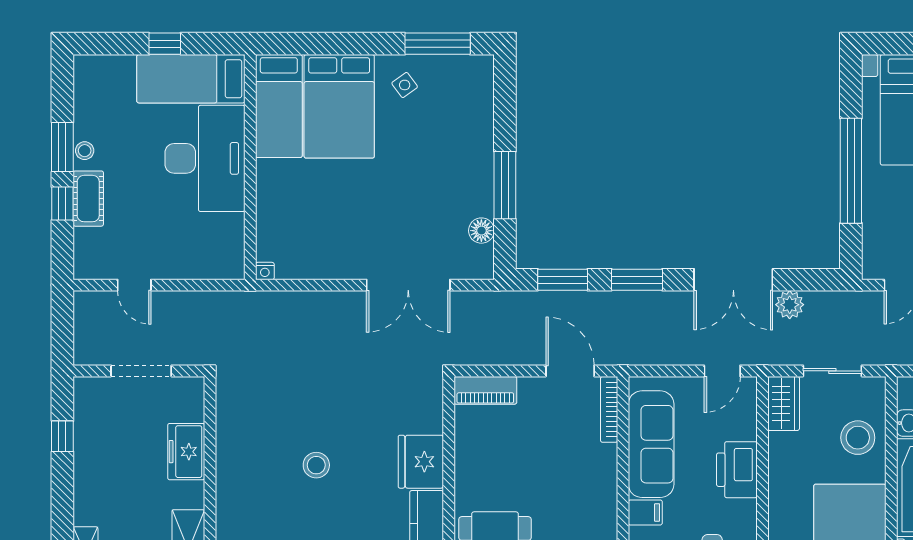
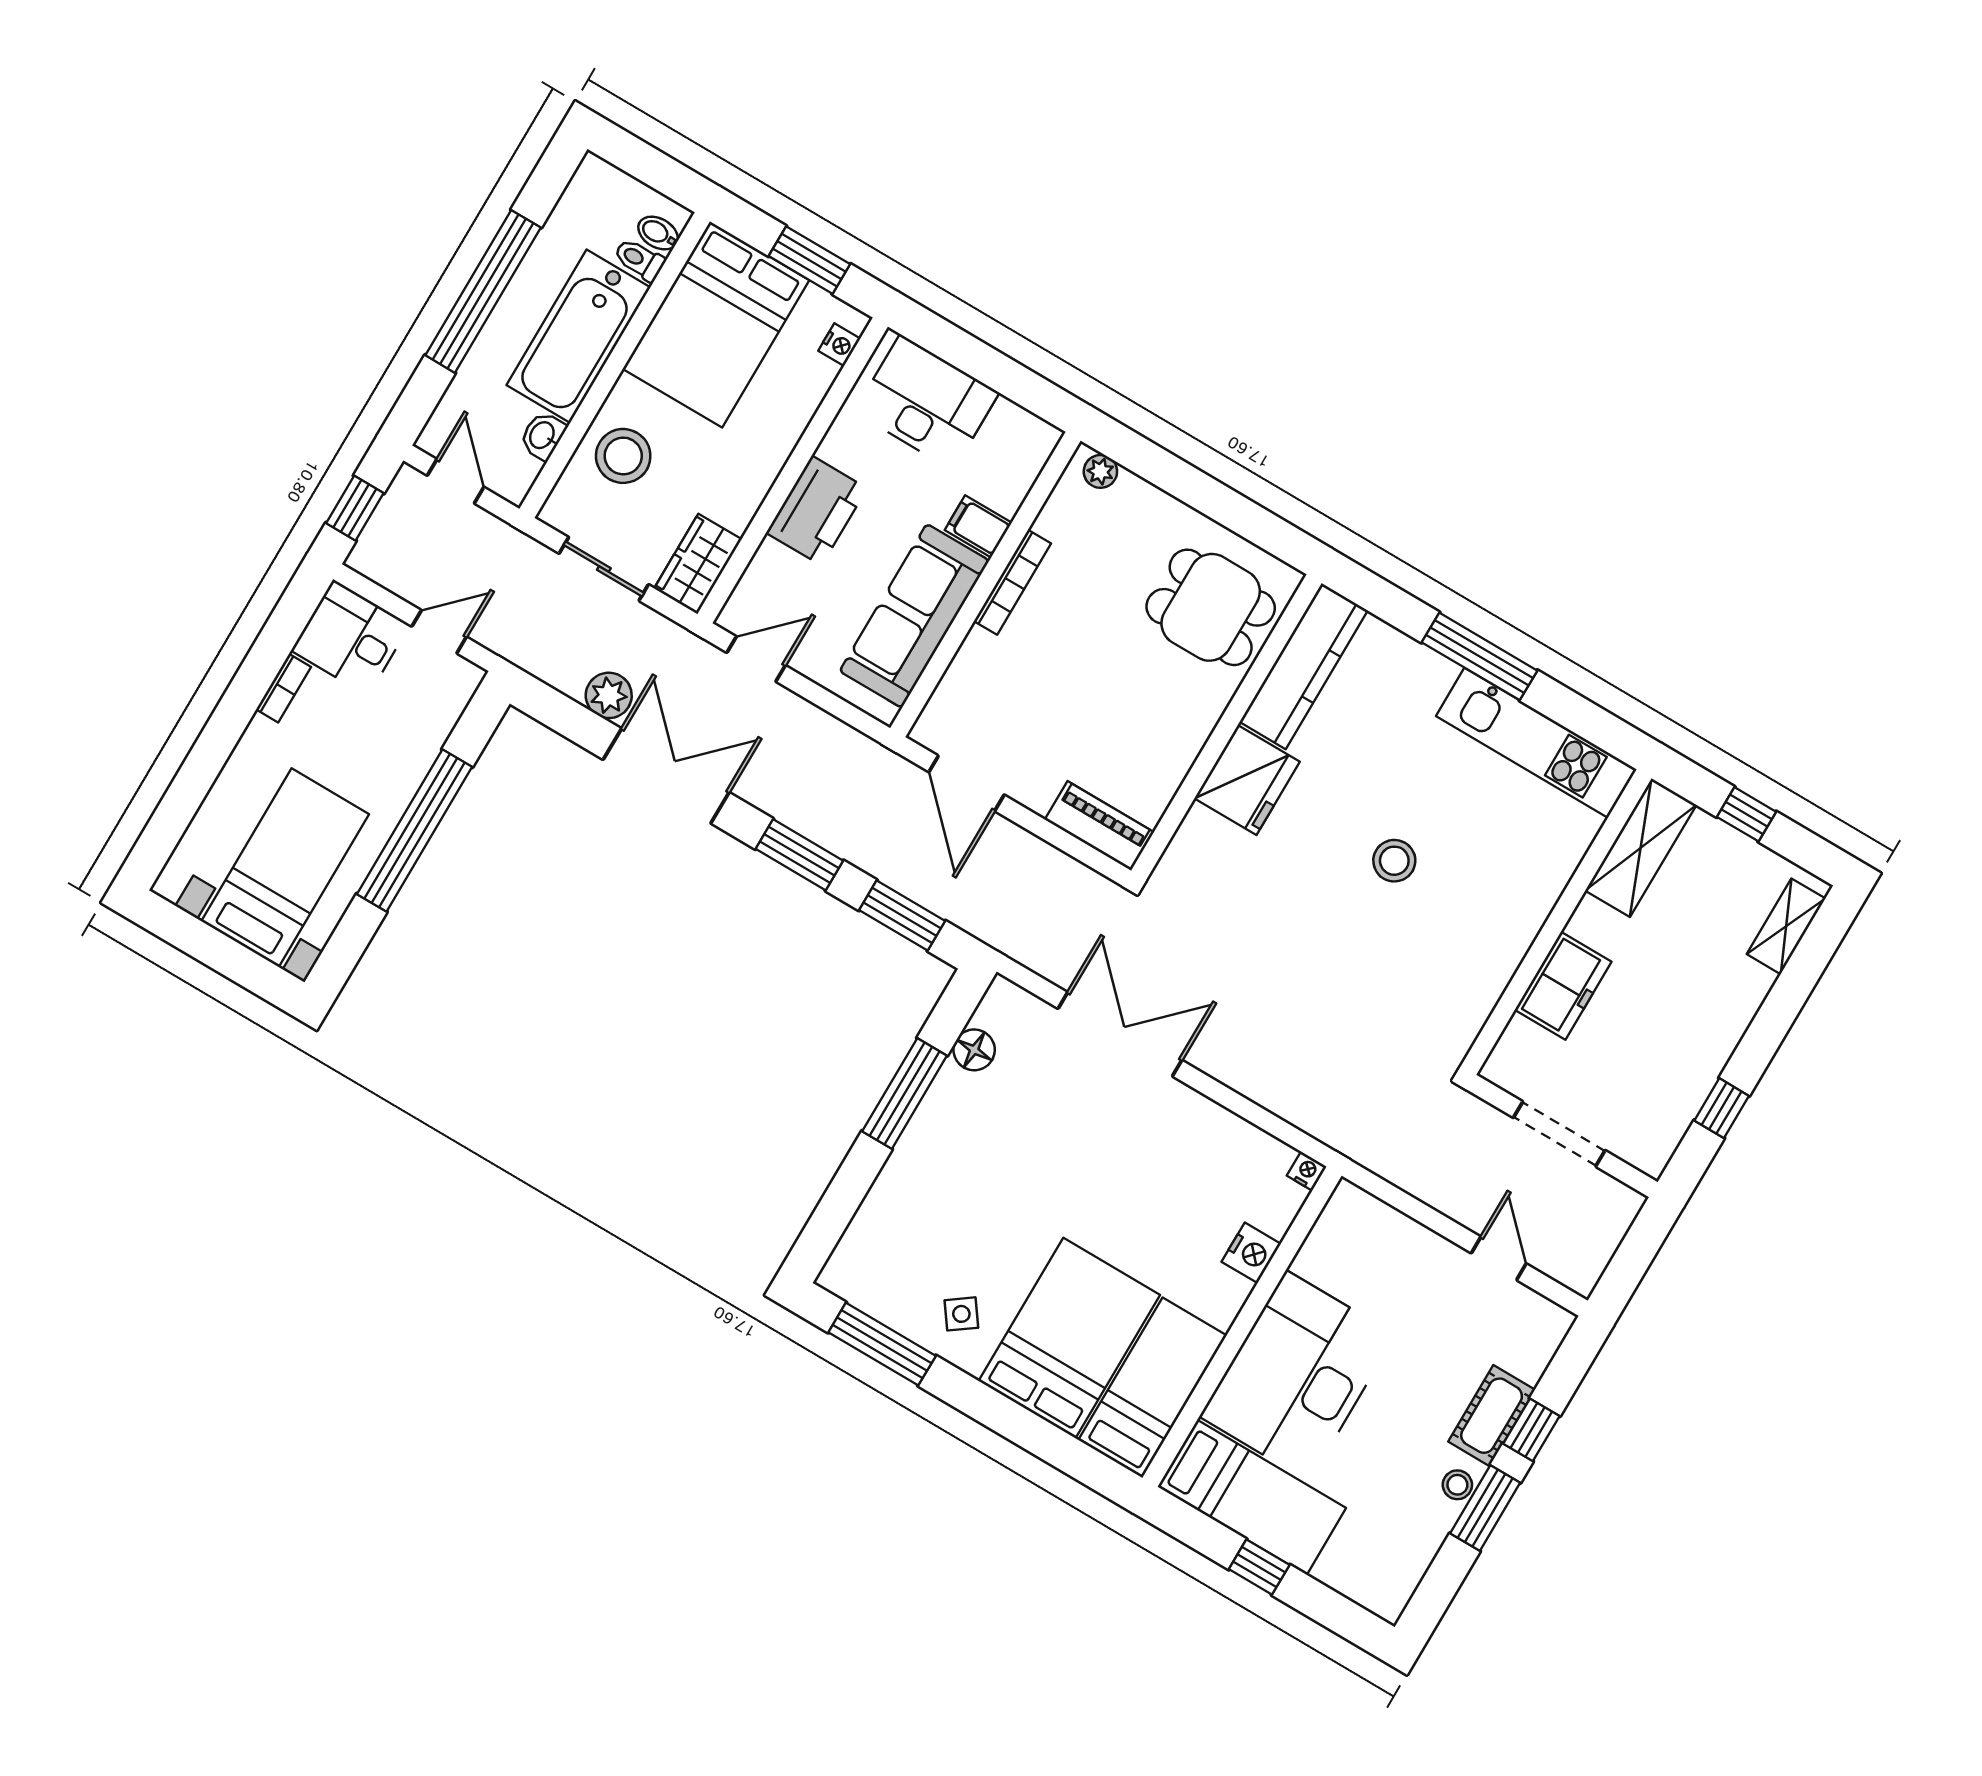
nightstand: (269, 210) -> (1251, 1253), added
bookcase: (609, 409) -> (1012, 582), moved

